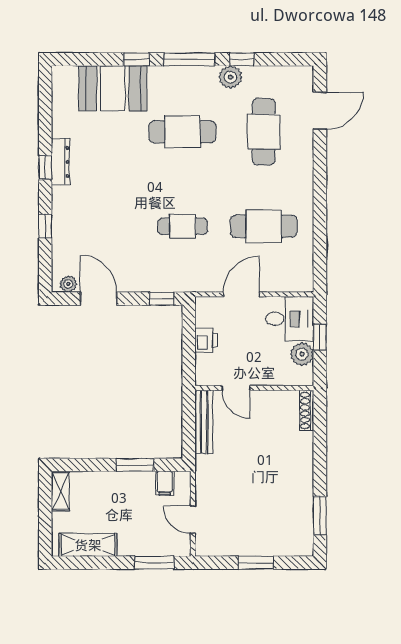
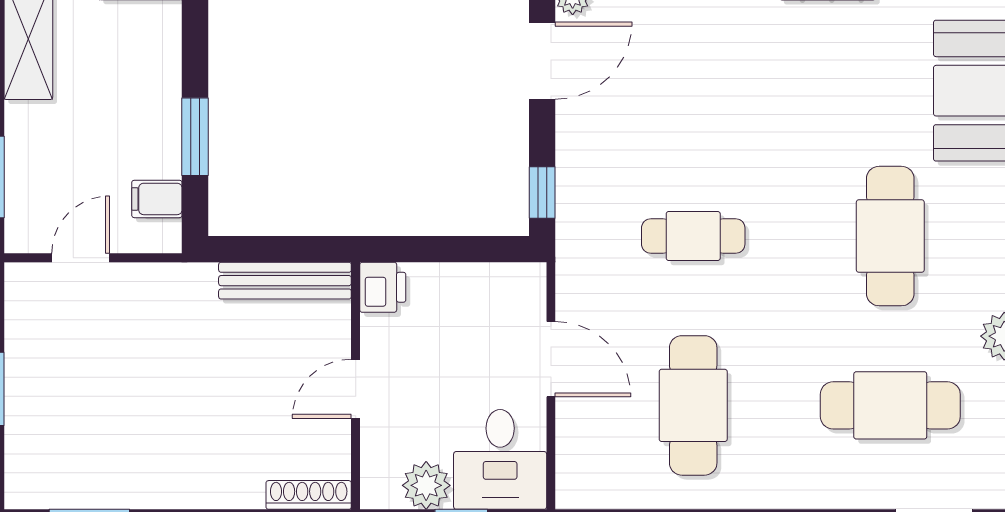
cafe table: (183, 226) -> (693, 236), turned 90
printer: (206, 340) -> (383, 287), moved, turned -90
door: (236, 388) -> (356, 389), moved

